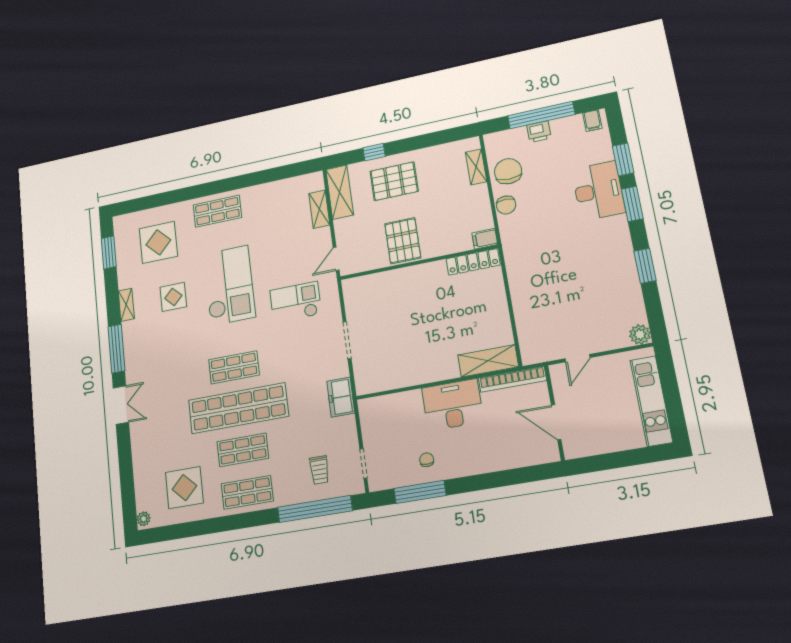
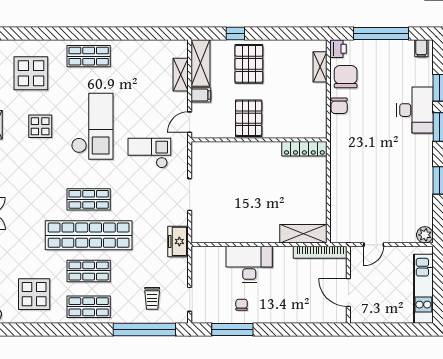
printer: (539, 132) -> (338, 49), moved, turned -90
pallet: (394, 181) -> (249, 64), turned 90
filing cabinet: (485, 239) -> (201, 95), moved, turned 180
desk: (452, 405) -> (249, 264), moved

